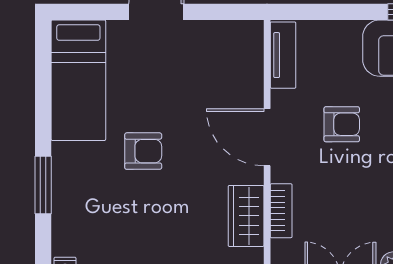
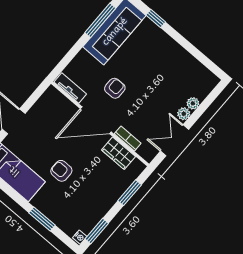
door: (267, 137) -> (96, 120), width x1.36
armchair: (143, 151) -> (61, 171), turned -90

